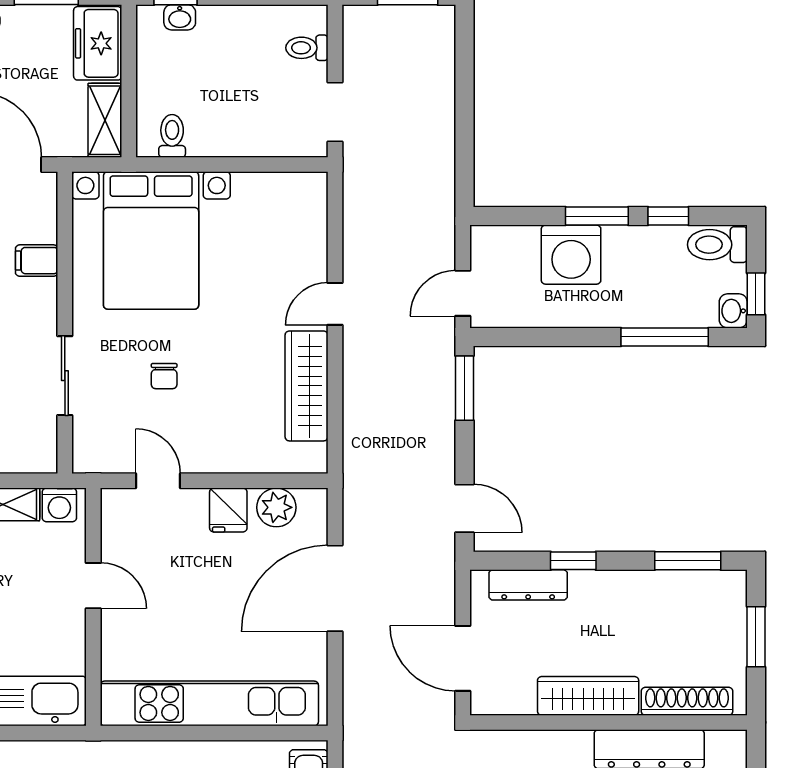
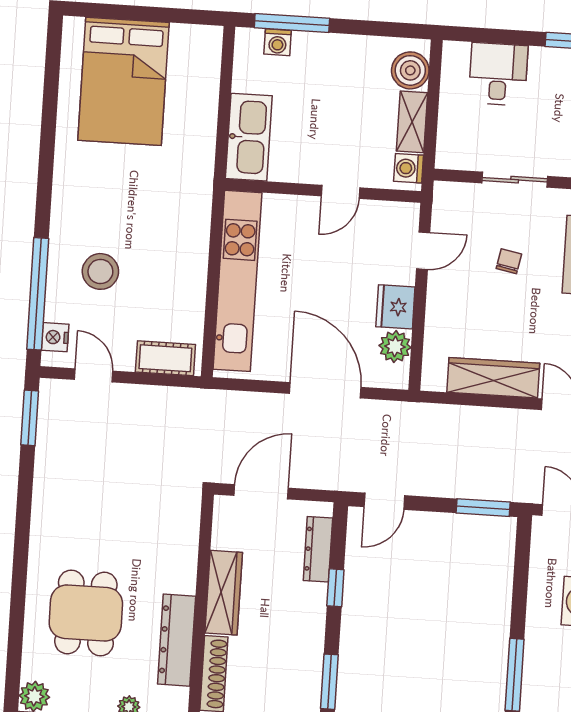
chair: (164, 376) -> (509, 261), turned 101
fridge: (228, 510) -> (395, 307), width x1.38

